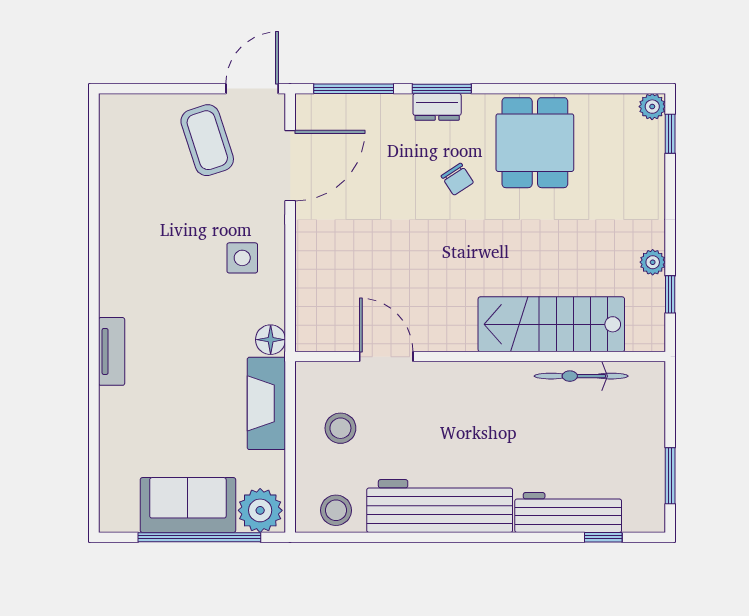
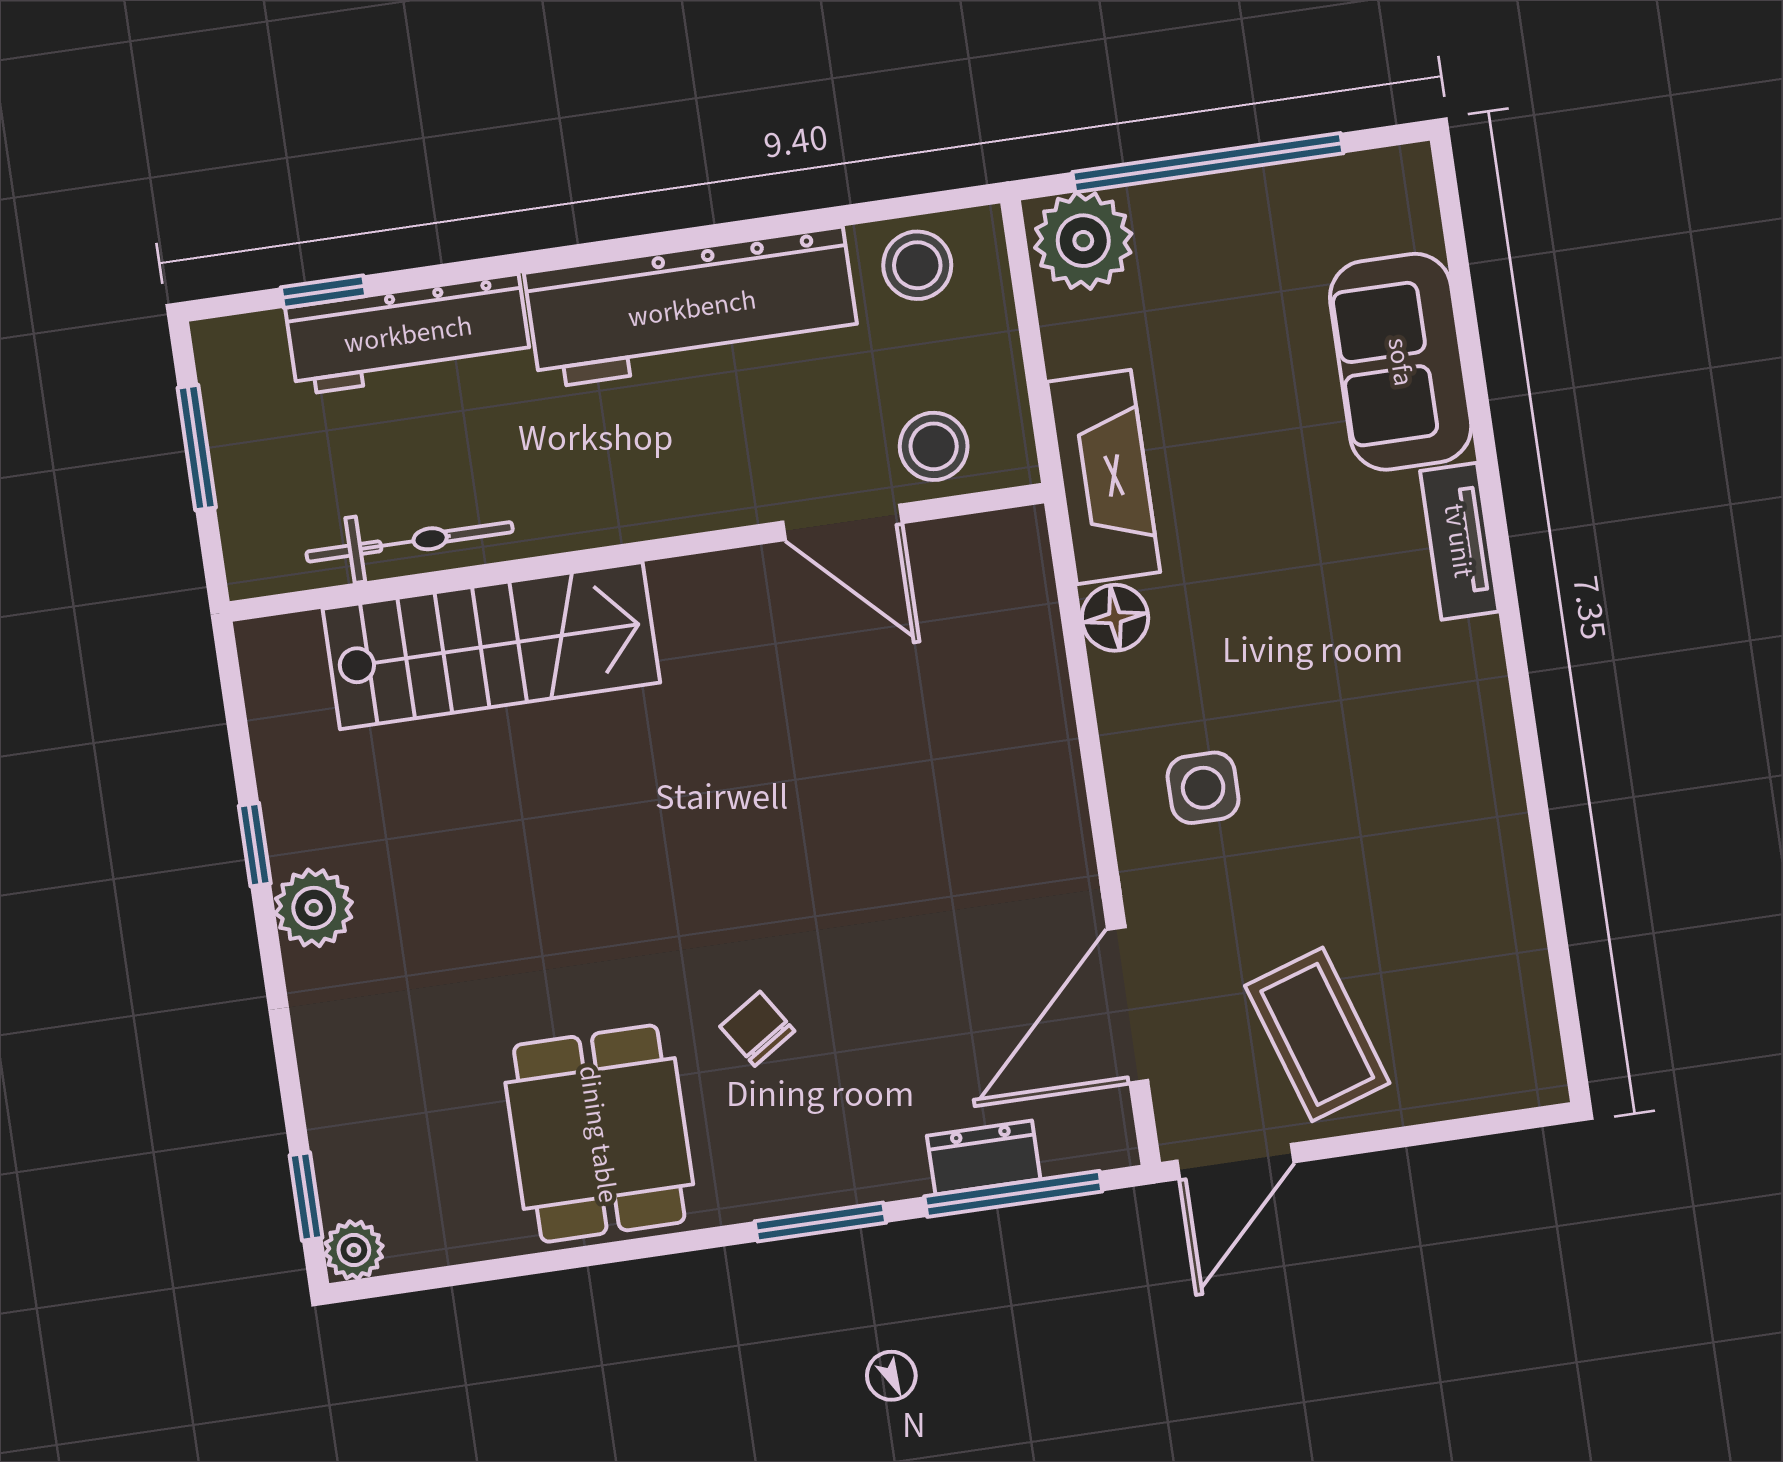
dresser: (437, 107) -> (984, 1158), moved
plant: (653, 262) -> (314, 908), width x1.38, depth x1.38
stairs: (551, 324) -> (491, 646), moved
door: (386, 357) -> (842, 522), moved
wall: (480, 357) -> (637, 552), moved
bicycle: (581, 376) -> (410, 542), moved
sofa: (188, 505) -> (1401, 362), moved, turned 90

